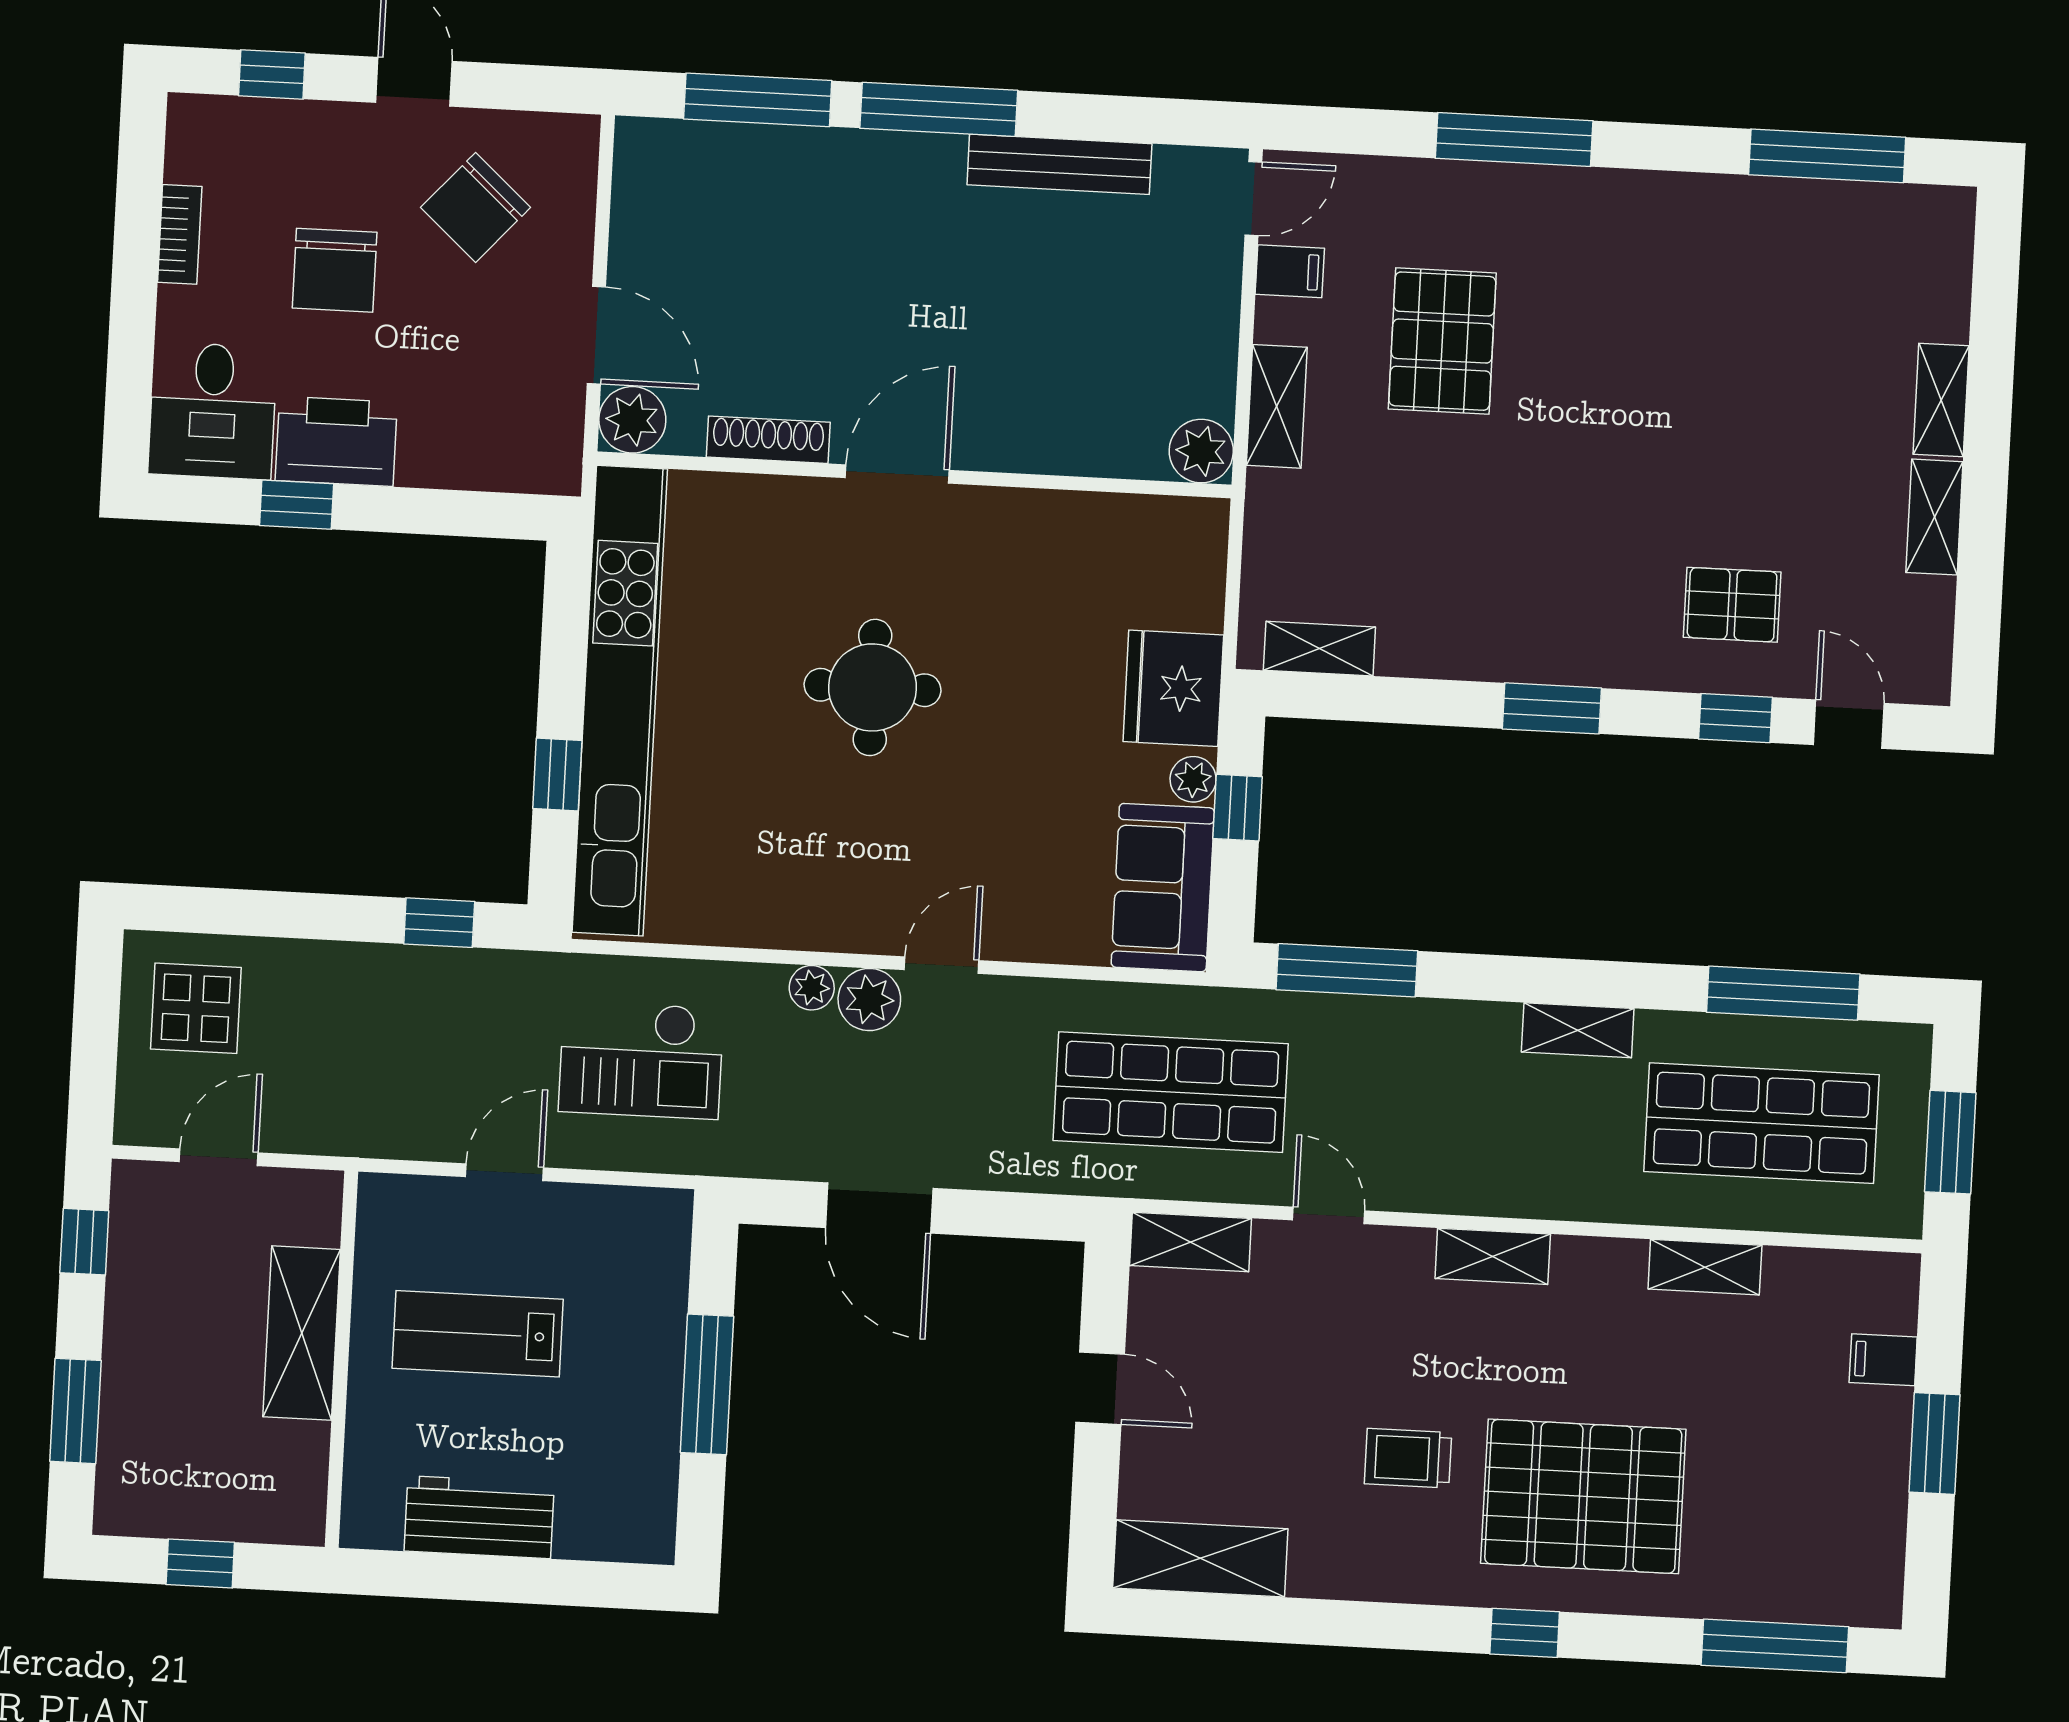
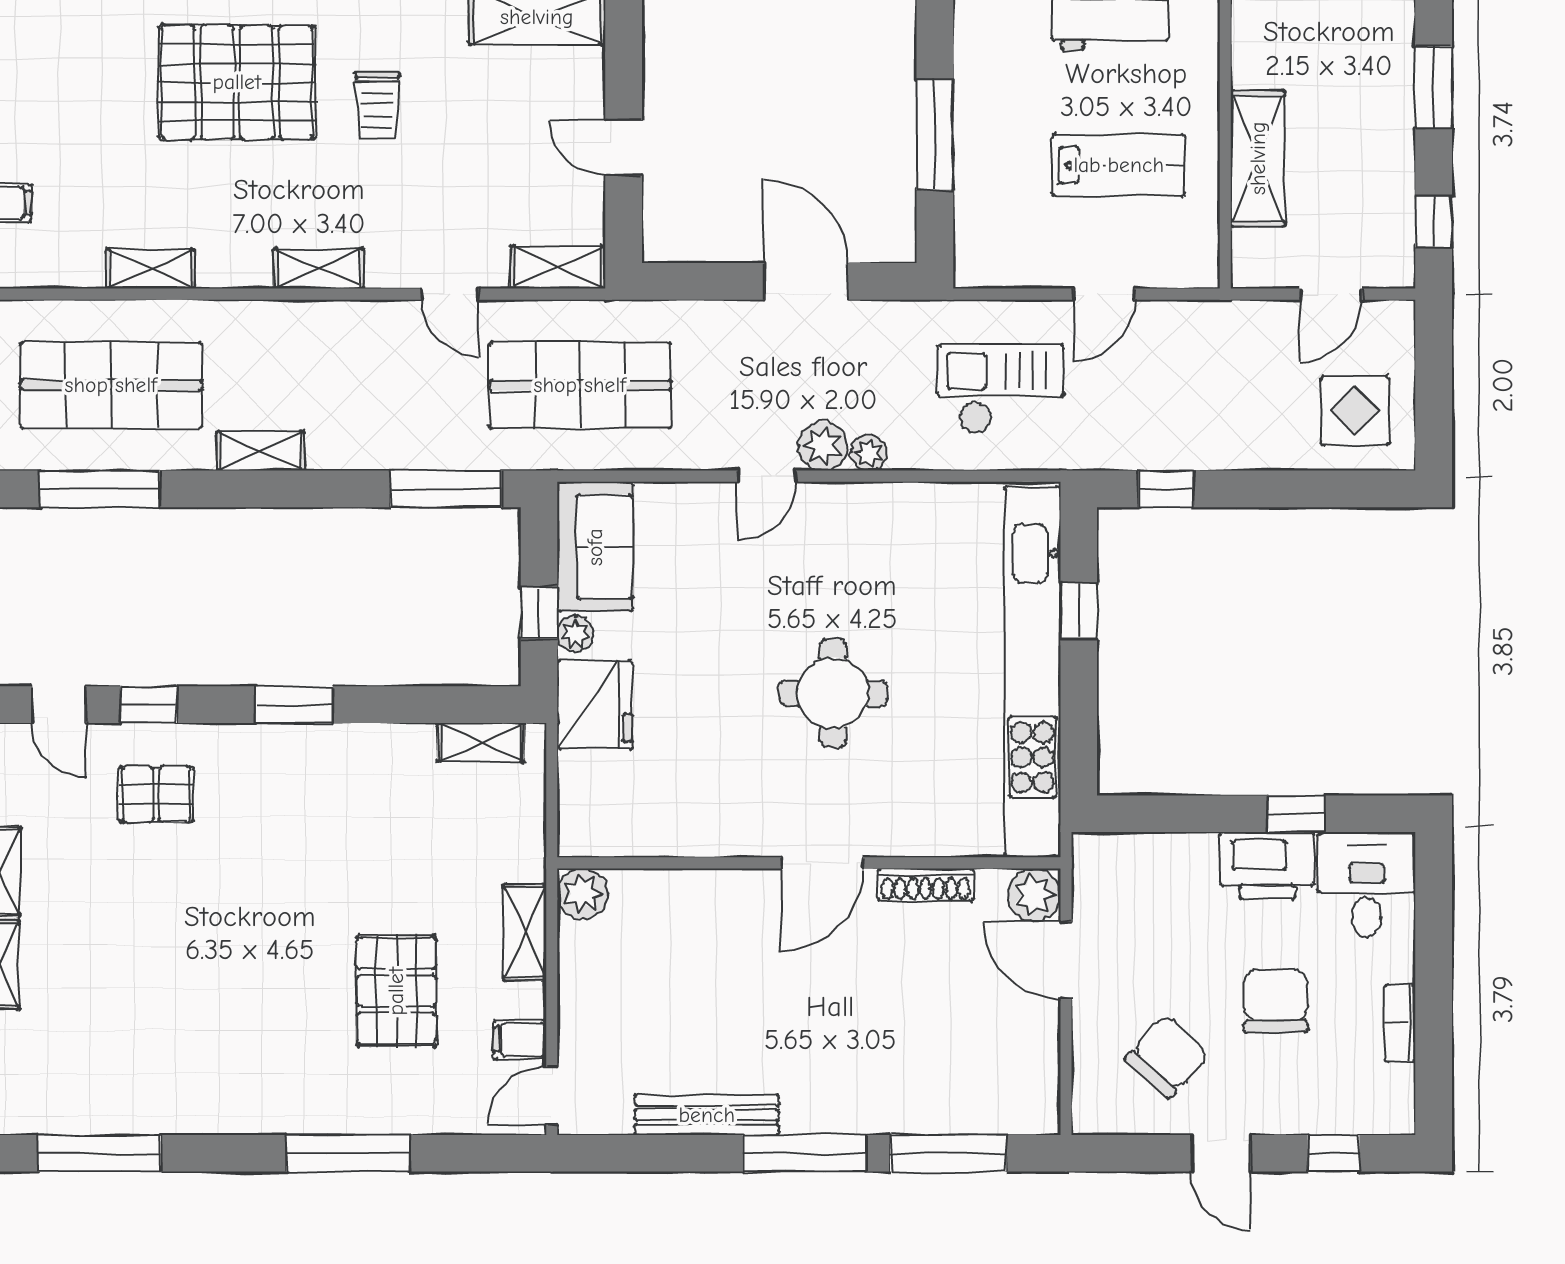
trolley: (1408, 1458) -> (377, 105), turned 90

